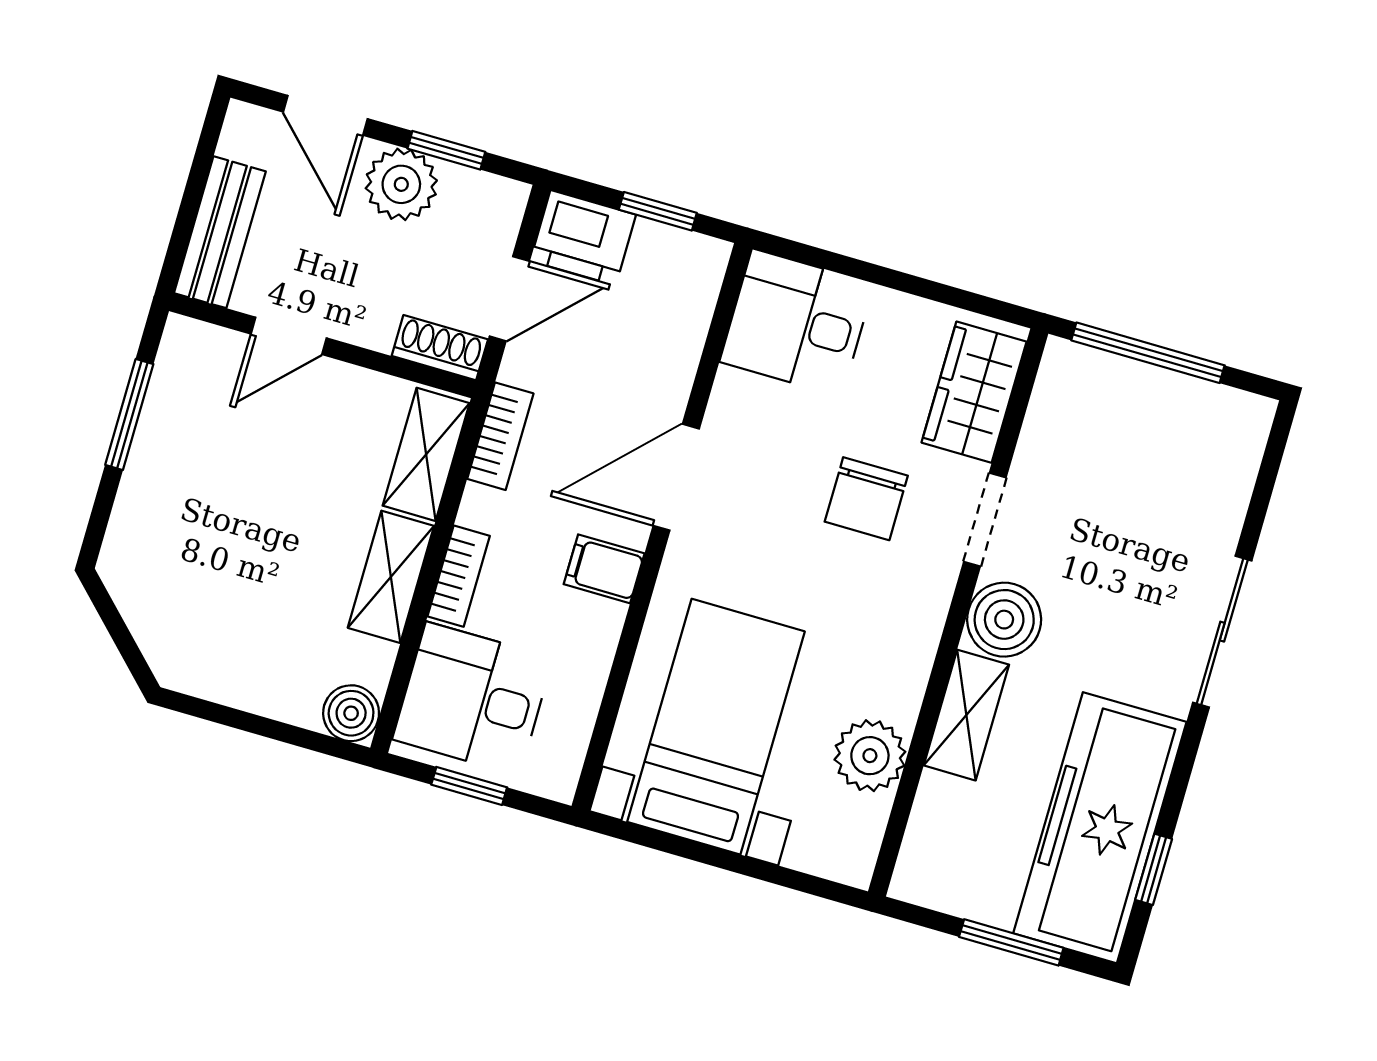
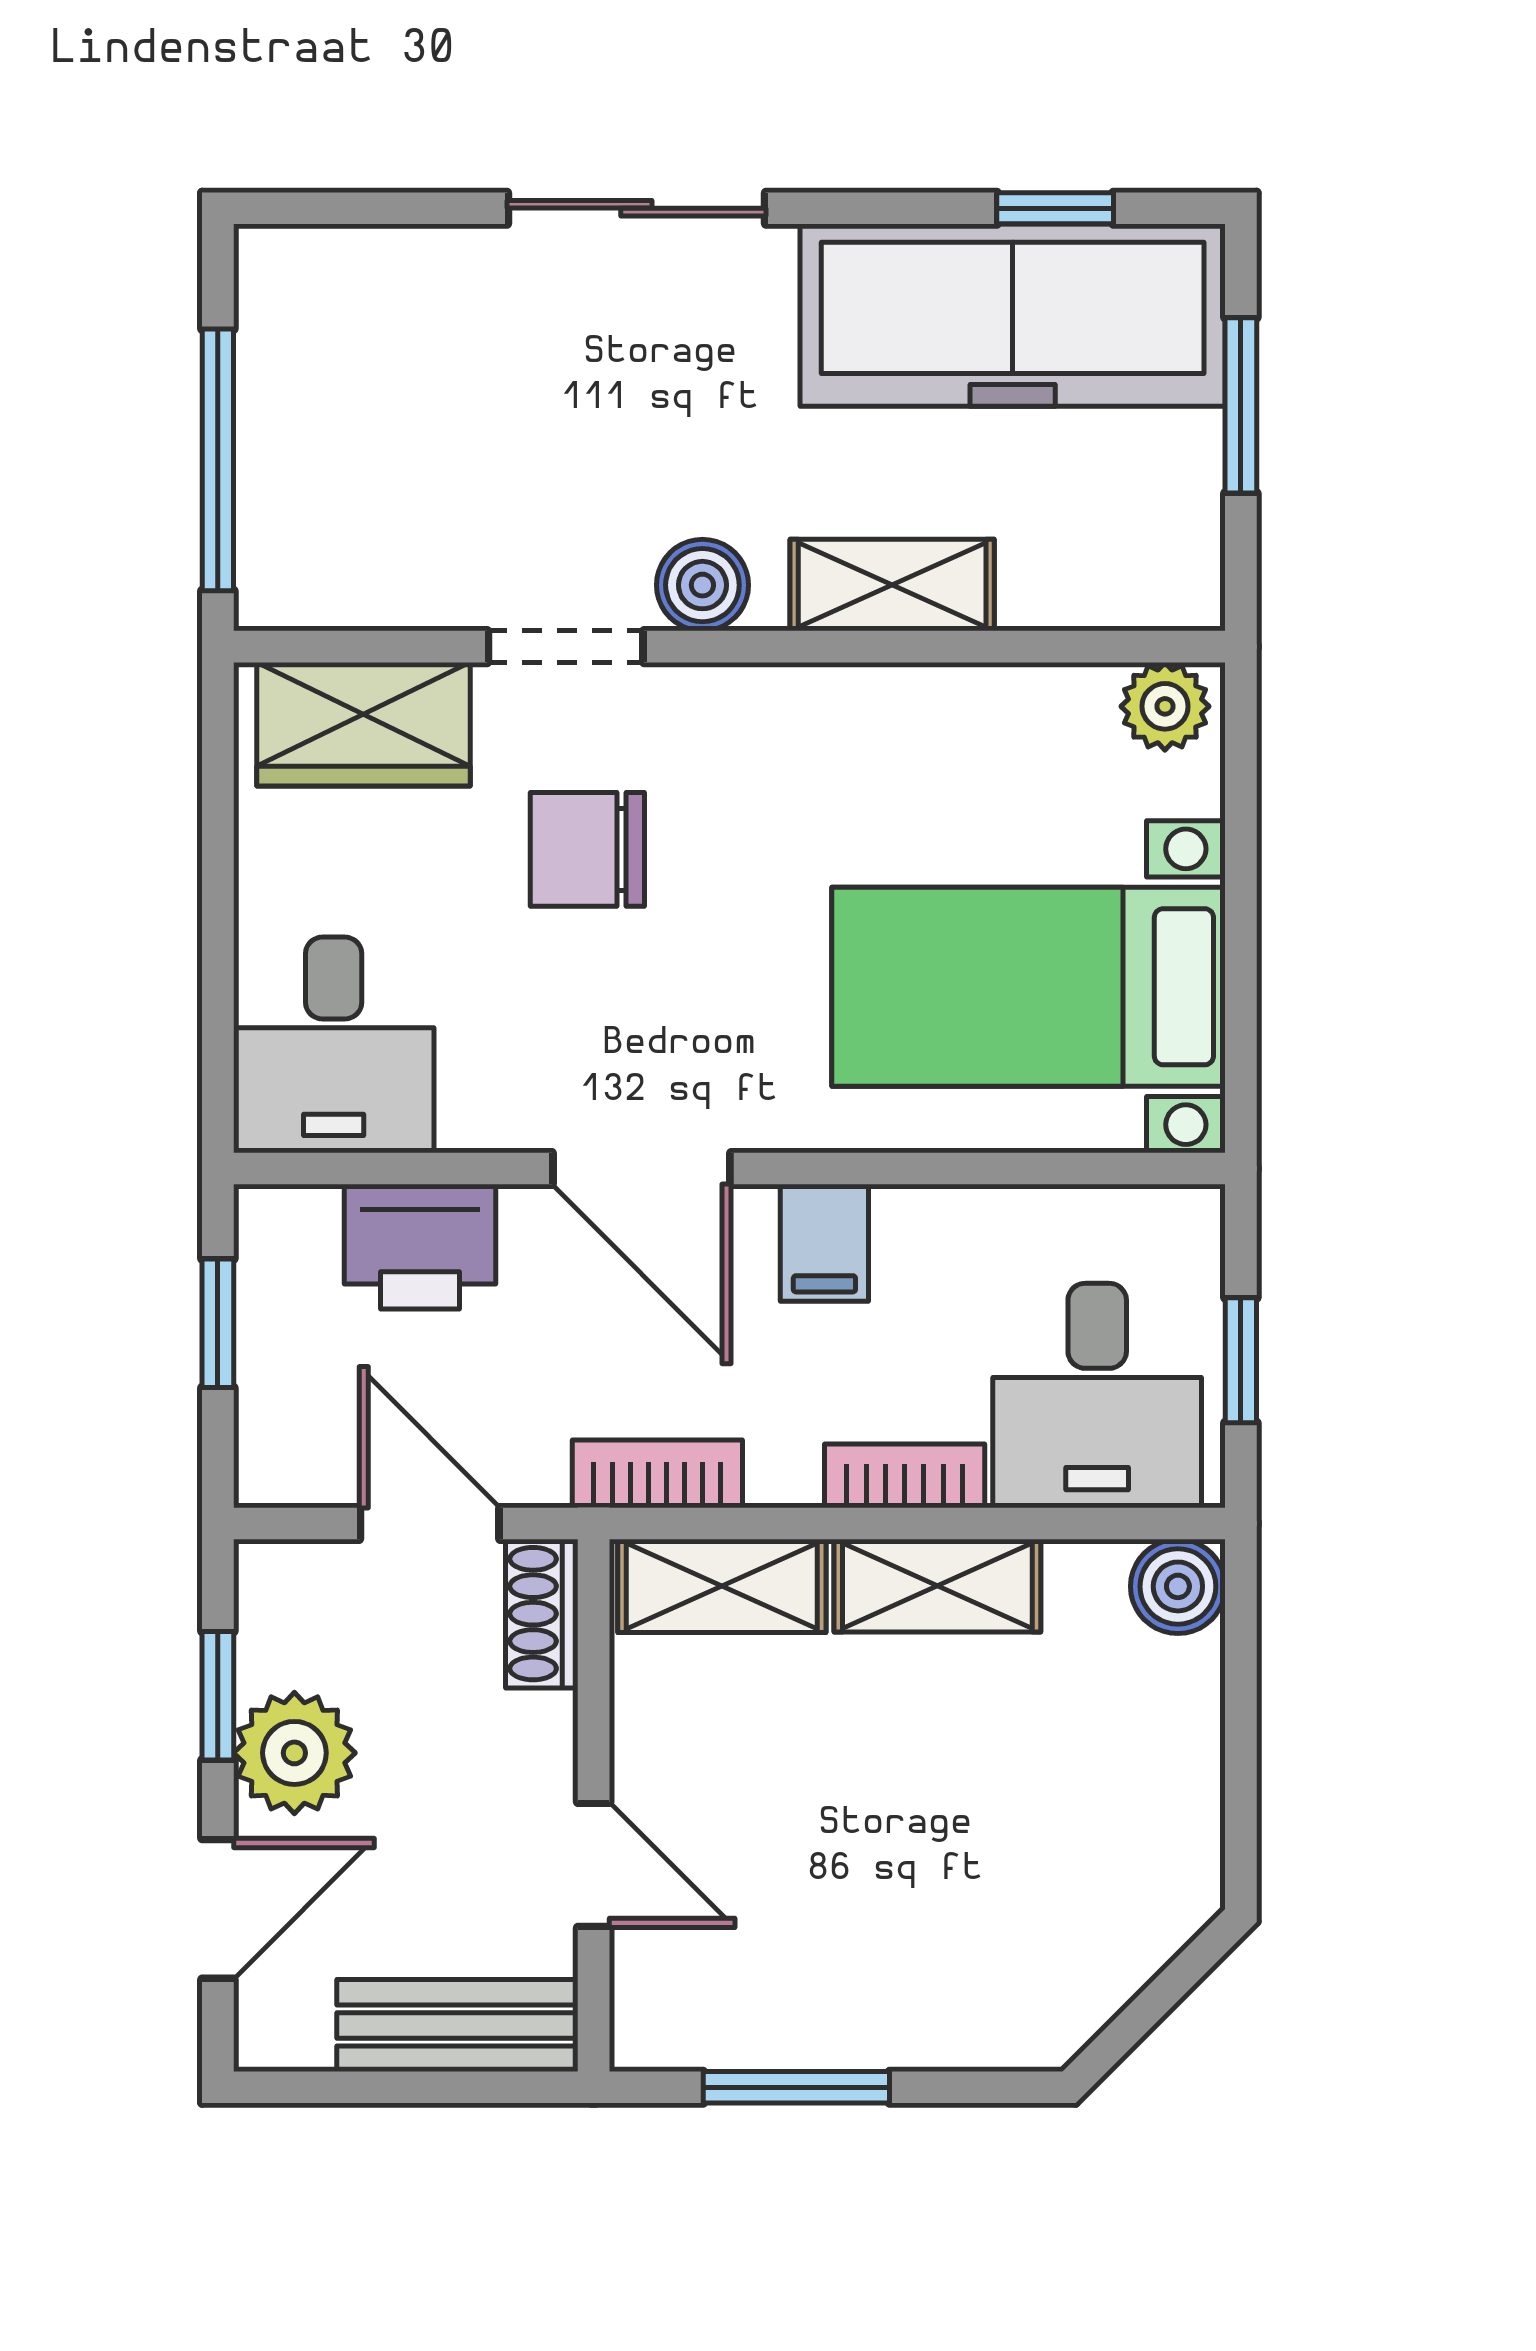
printer: (583, 238) -> (420, 1247), moved, turned 90
chair: (866, 499) -> (587, 849), turned 180
boiler: (1004, 620) -> (702, 585), width x0.73, depth x0.73
plant: (870, 756) -> (1165, 706), moved, width x0.73, depth x0.73

